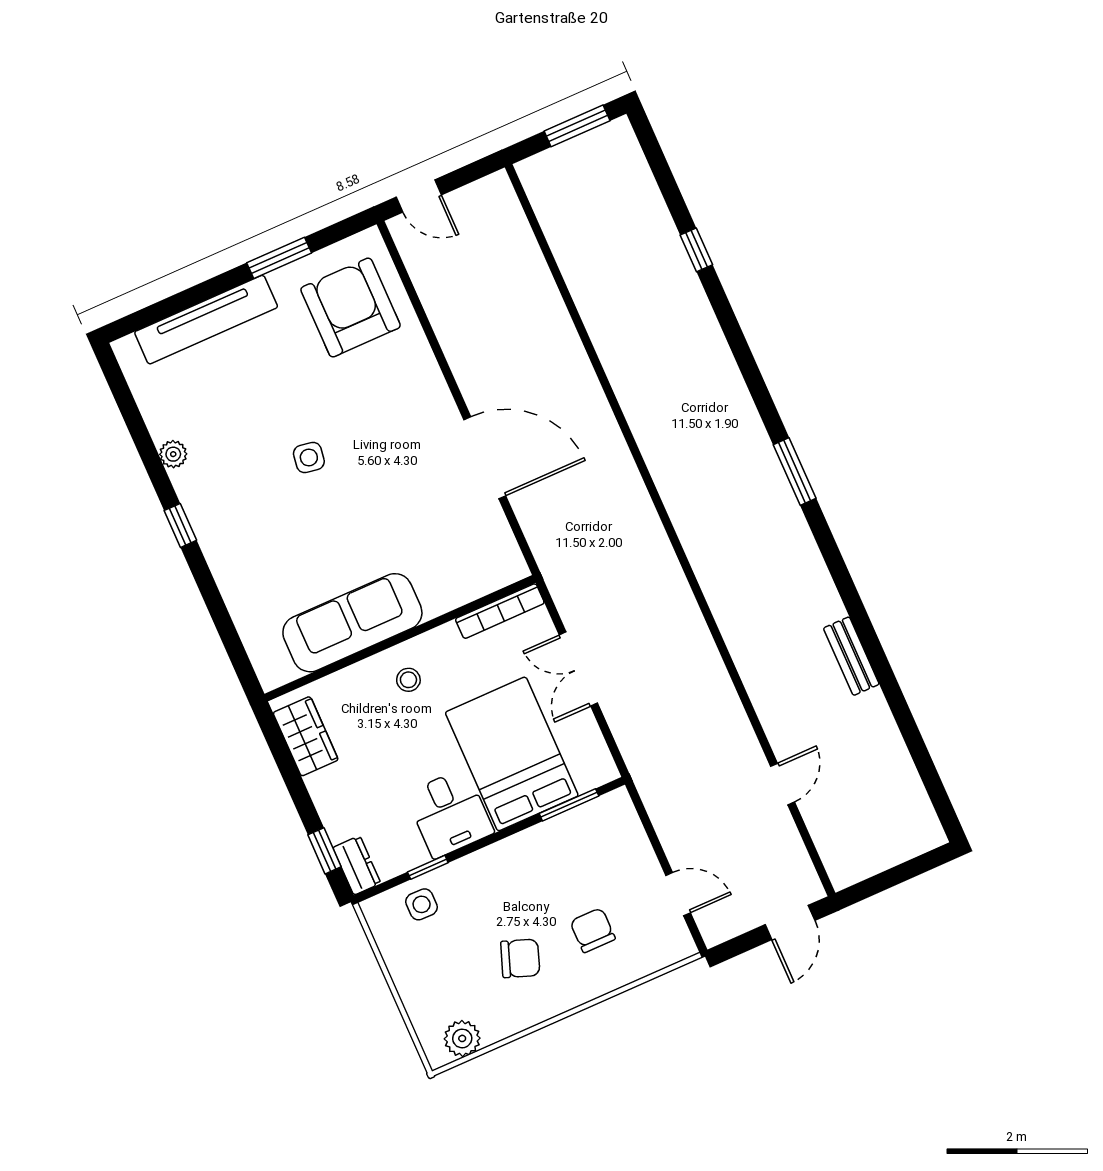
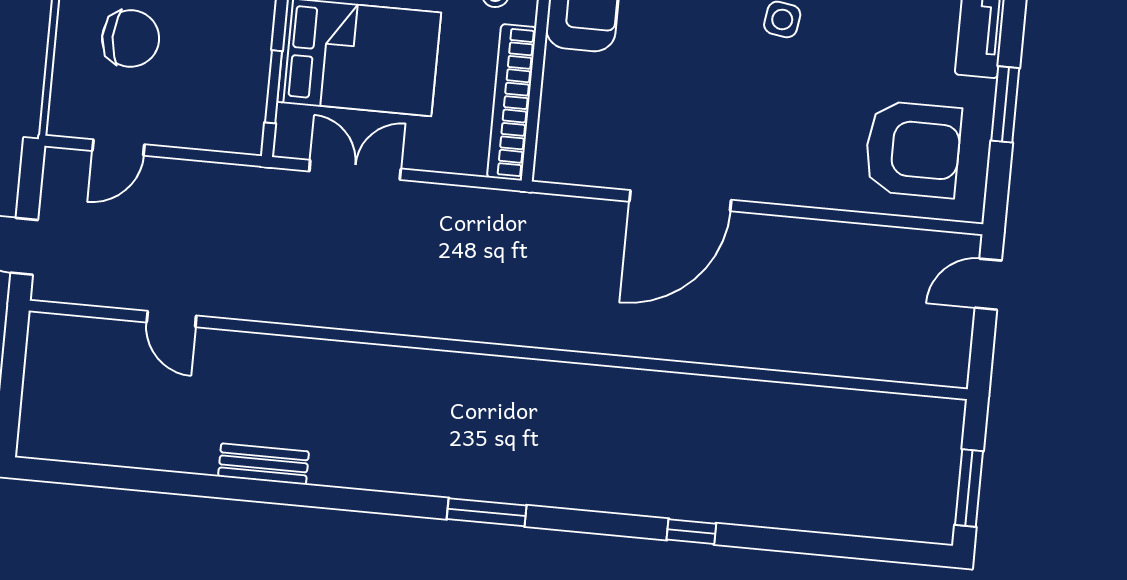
window: (696, 250) -> (691, 532), moved
bookcase: (500, 611) -> (512, 102), width x1.48, depth x1.31
double door: (578, 669) -> (355, 170), moved
chair: (593, 930) -> (131, 38), width x1.37, depth x1.37

